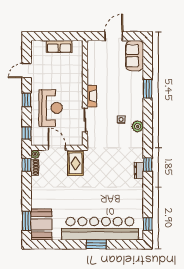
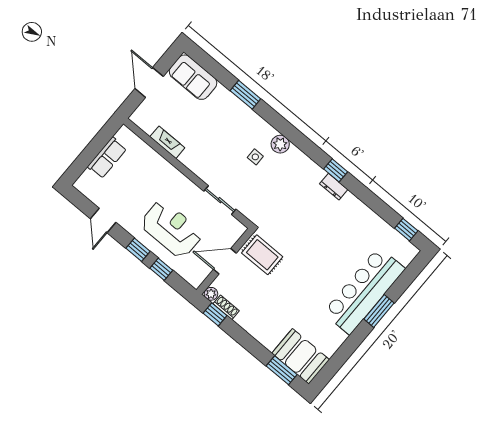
fireplace: (92, 96) -> (167, 142), moved
window: (27, 133) -> (161, 269), moved
bar counter: (100, 229) -> (364, 291), width x0.73

